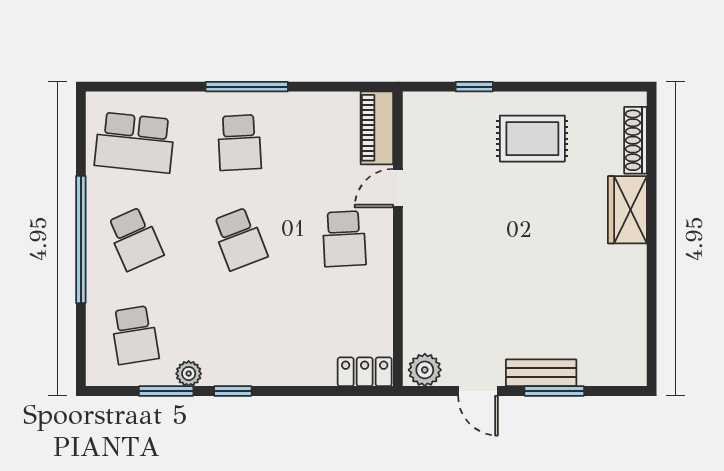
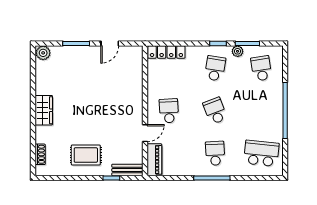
shoe rack: (636, 140) -> (40, 154), width x0.70
wardrobe: (627, 210) -> (44, 110), moved
school desk: (135, 239) -> (215, 68), moved, turned 33
plant: (425, 370) -> (43, 53), moved
locker: (365, 372) -> (166, 52), width x1.53
bench: (541, 373) -> (127, 170), moved
door: (478, 391) -> (110, 44), swing flipped

